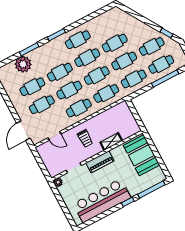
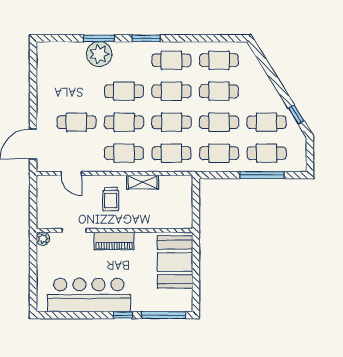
plant: (23, 64) -> (99, 54), moved
cafe table: (32, 87) -> (219, 60), moved
shelving: (111, 142) -> (143, 182), moved

